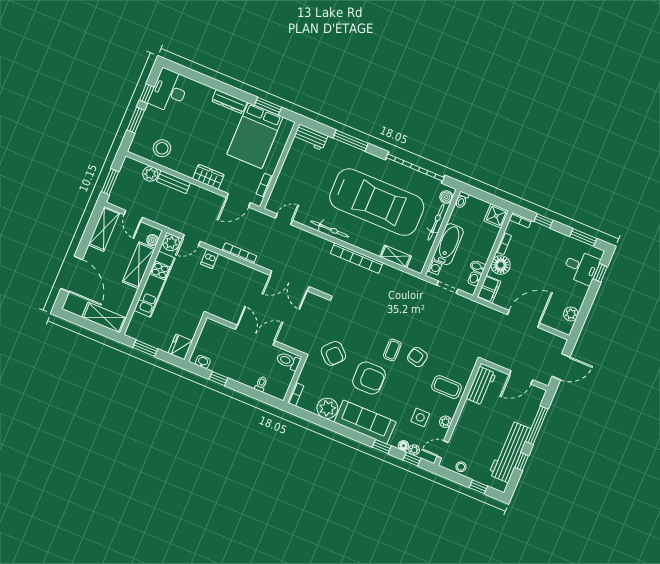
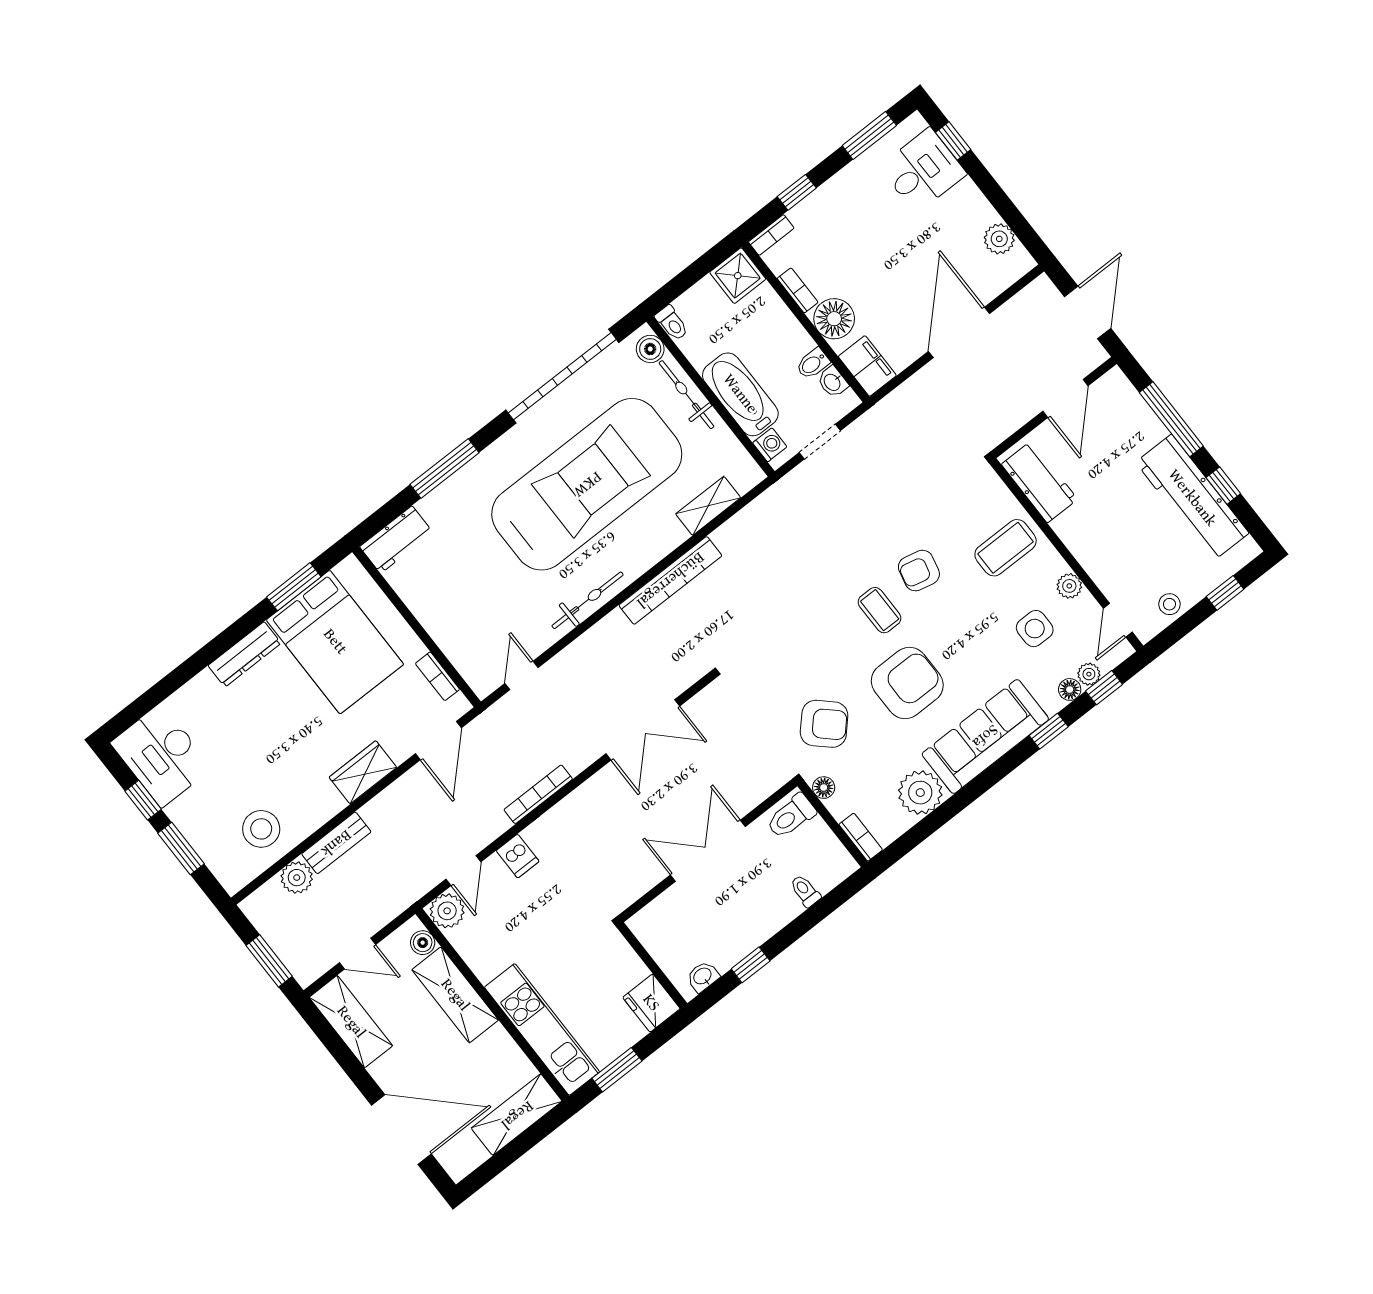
kitchen unit: (155, 284) -> (542, 1029), moved
floor lamp: (307, 368) -> (824, 788), added

